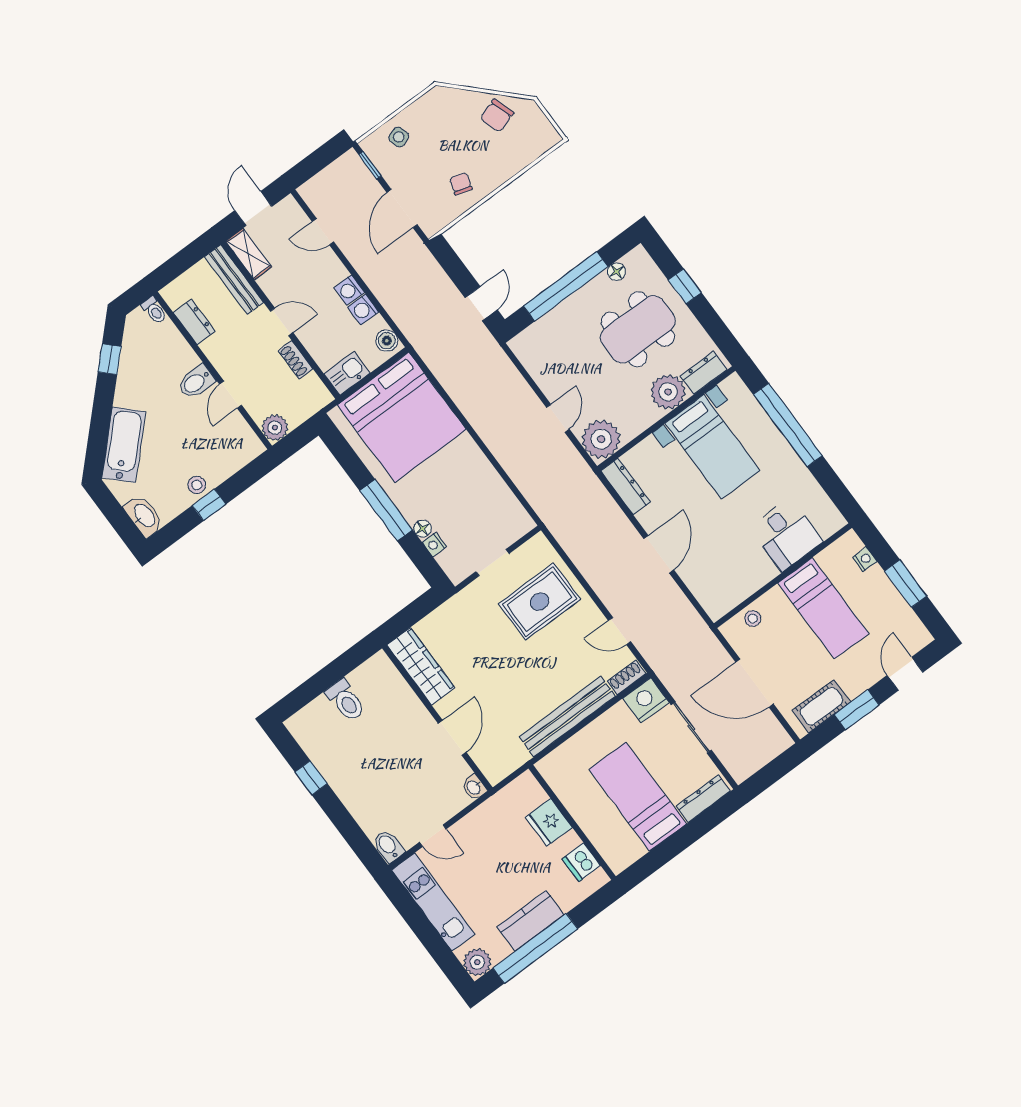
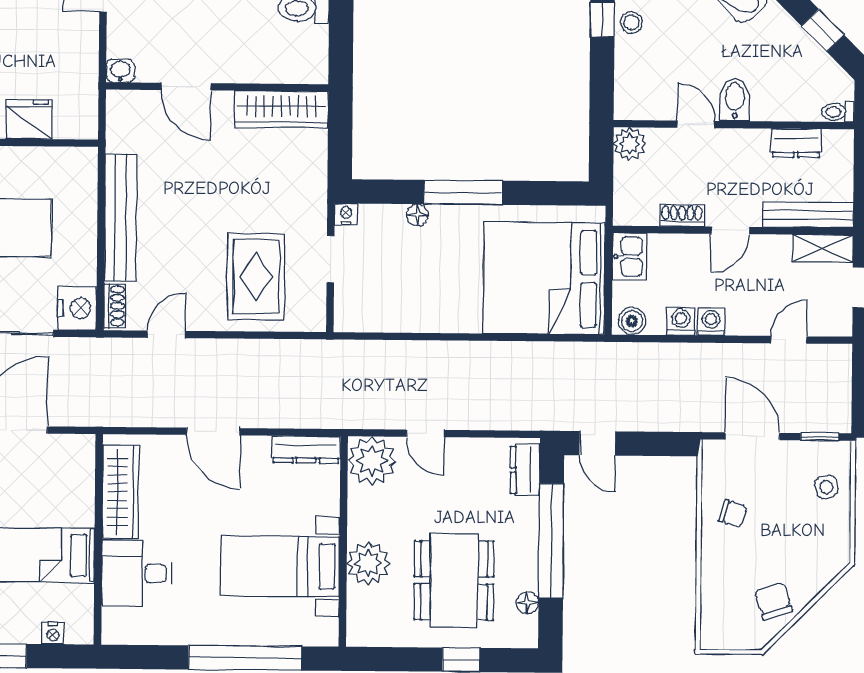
dresser: (704, 373) -> (525, 470), moved, turned 180
nightstand: (434, 544) -> (346, 214), moved
wardrobe: (742, 584) -> (120, 492), added
stool: (753, 618) -> (78, 477), removed

